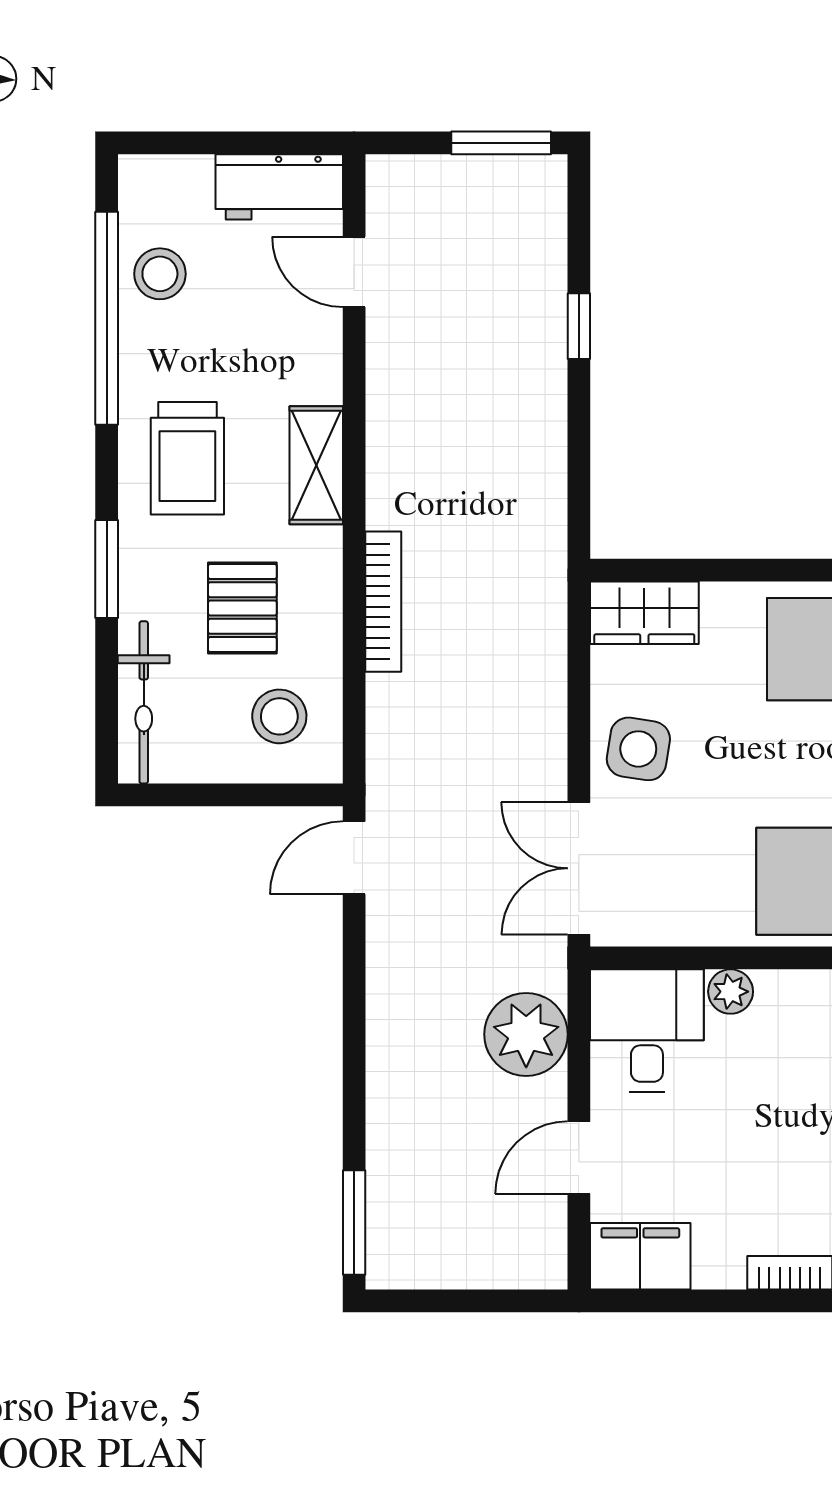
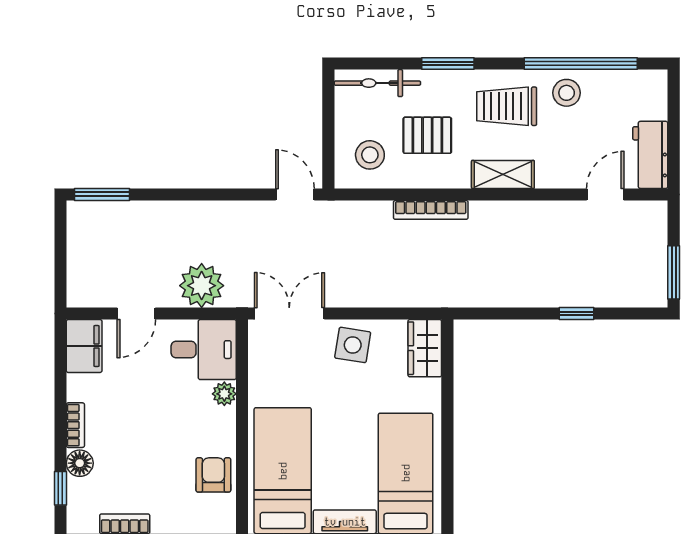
stool: (160, 274) -> (567, 93), moved
door: (579, 1158) -> (136, 314), swing flipped

